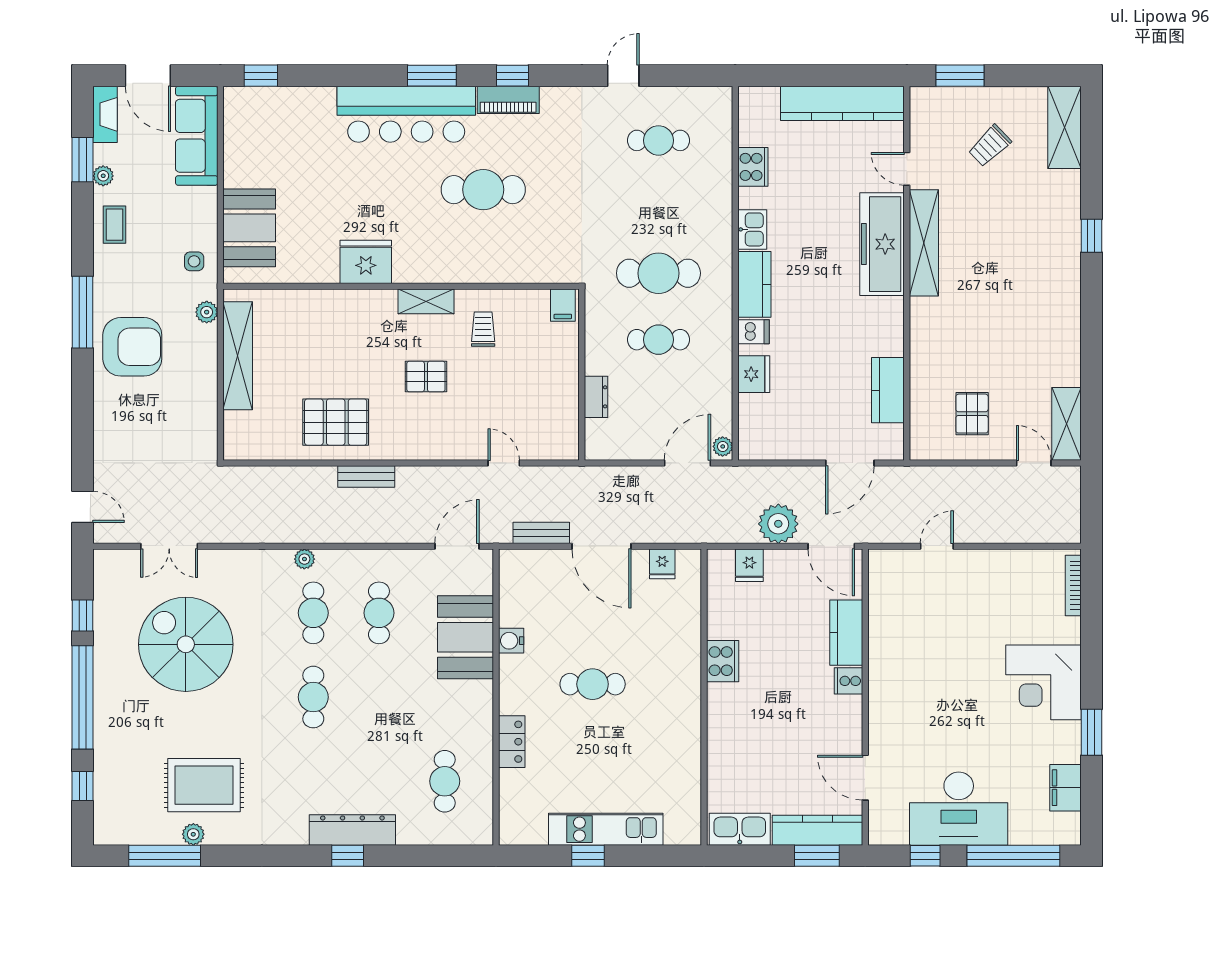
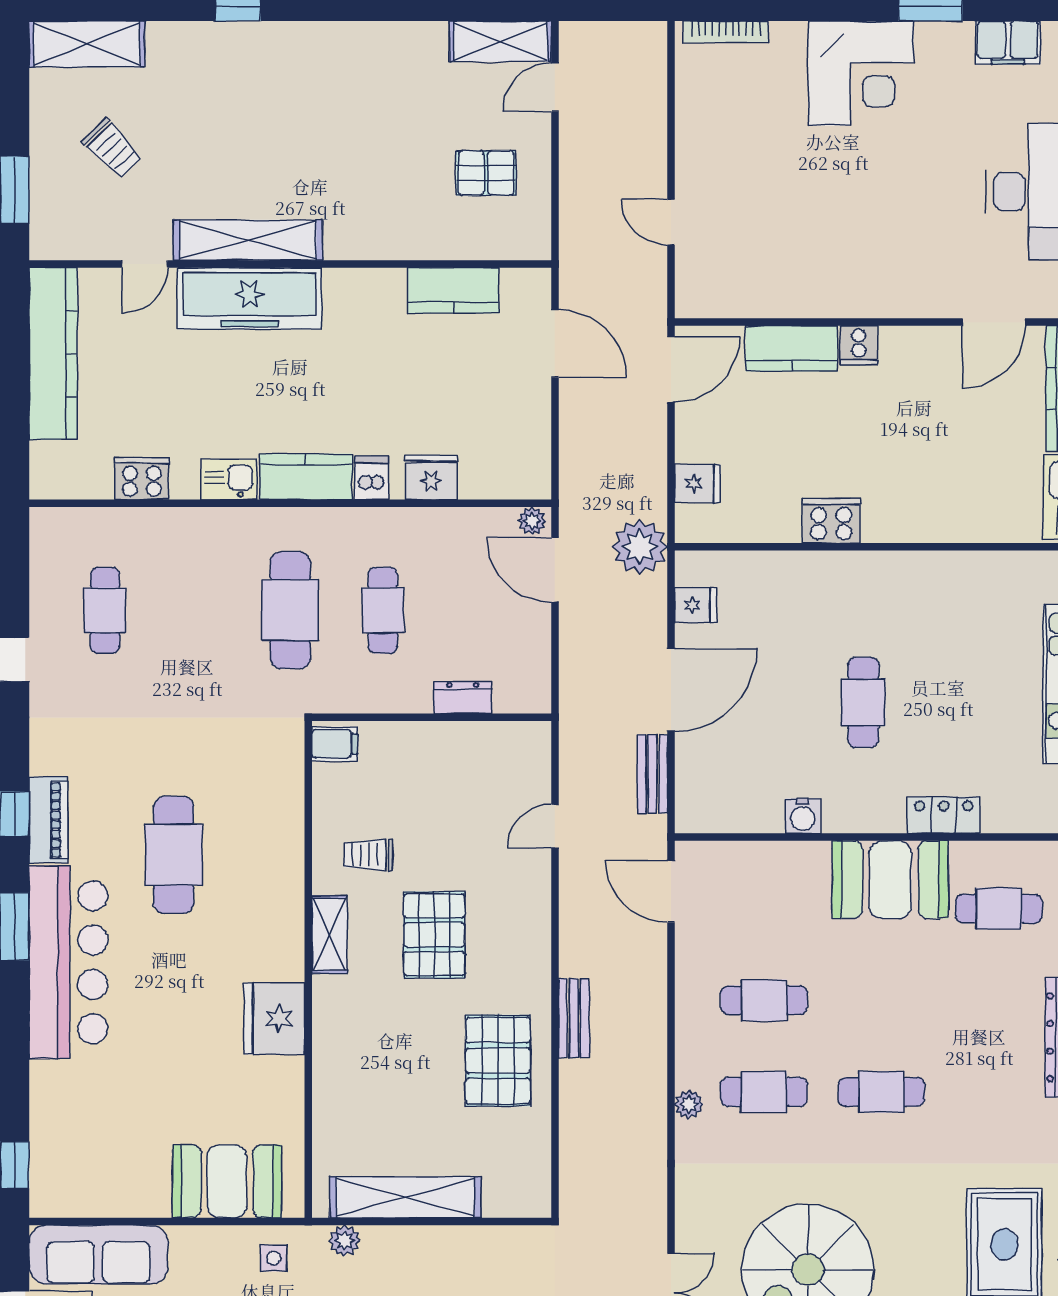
pallet: (426, 377) -> (434, 935), width x1.50, depth x1.42
plant: (778, 524) -> (640, 547), moved
booth: (466, 637) -> (890, 880), moved

